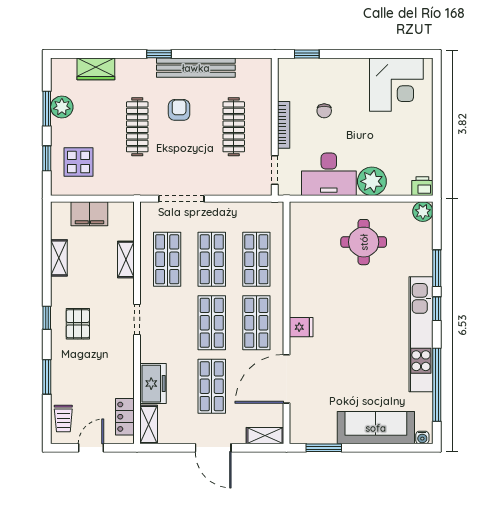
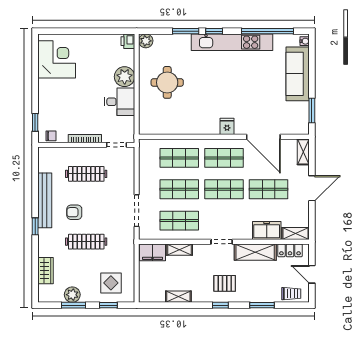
chair: (324, 111) -> (51, 136), moved
desk: (329, 174) -> (120, 102), width x0.73
filing cabinet: (89, 214) -> (153, 252), moved, turned 90
shelving: (122, 367) -> (255, 252), added

